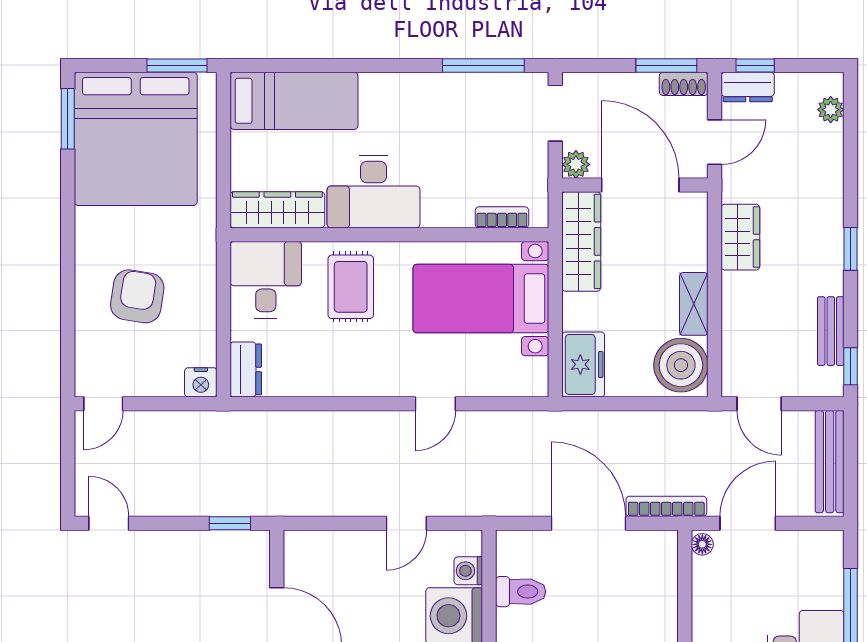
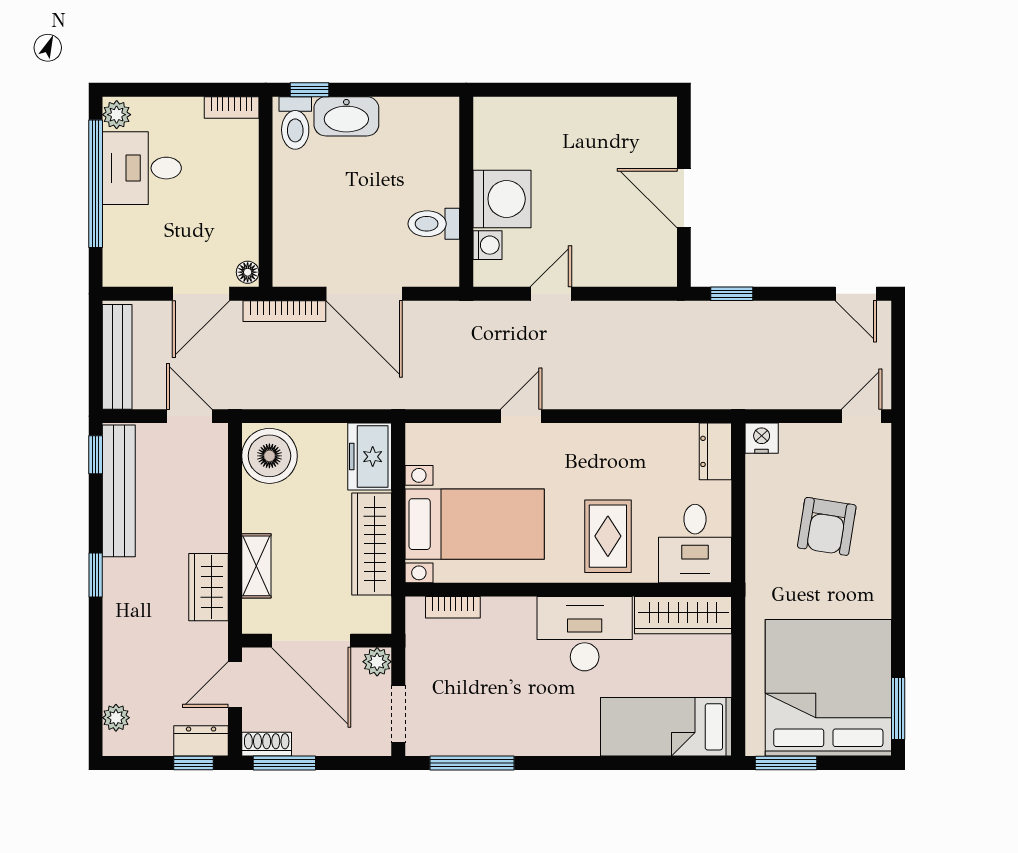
wardrobe: (581, 241) -> (372, 544), moved
shelving: (694, 304) -> (256, 566), moved
bench: (831, 331) -> (119, 491), width x1.86, depth x1.21

